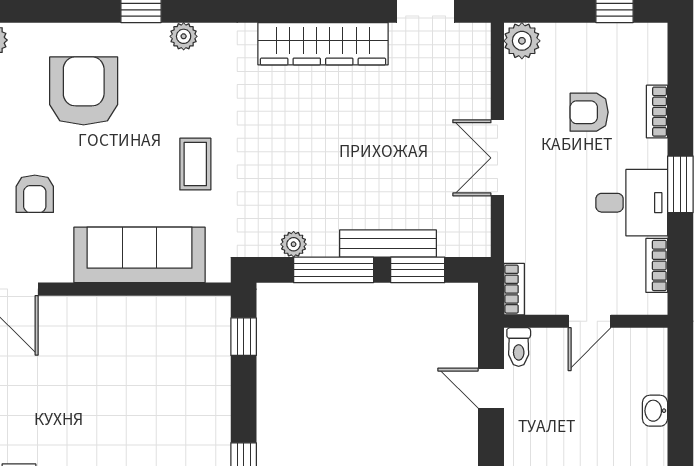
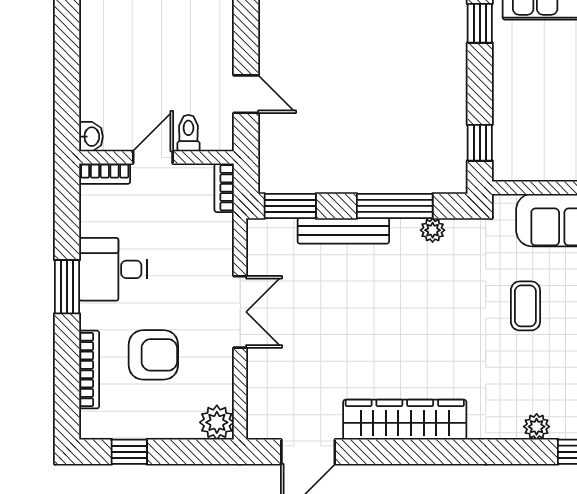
armchair: (589, 112) -> (153, 355), width x1.38, depth x1.38
bookcase: (657, 112) -> (89, 370), width x1.56
bookcase: (657, 265) -> (105, 174), moved, turned 90
window: (418, 270) -> (290, 206), moved
toilet: (519, 347) -> (188, 133), moved
washbasin: (655, 411) -> (91, 137), moved

